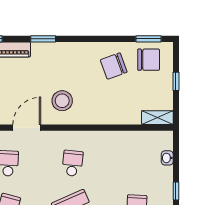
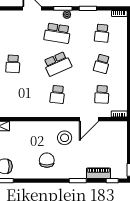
chair: (114, 66) -> (47, 160), moved, turned -70

